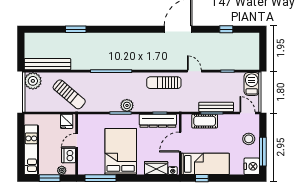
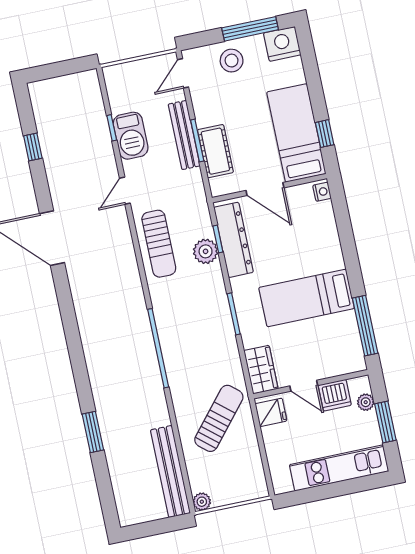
plant: (33, 81) -> (202, 502), width x0.53, depth x0.53
barbecue: (252, 84) -> (131, 136), moved, turned -90
plant: (127, 105) -> (206, 251), moved
bed: (121, 152) -> (307, 298), width x0.67
wardrobe: (156, 168) -> (261, 370), moved, turned 180

